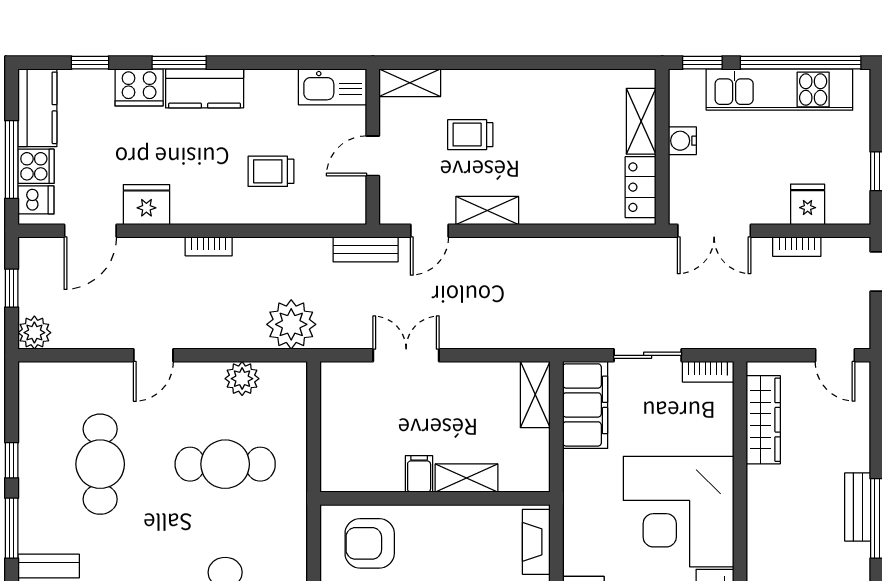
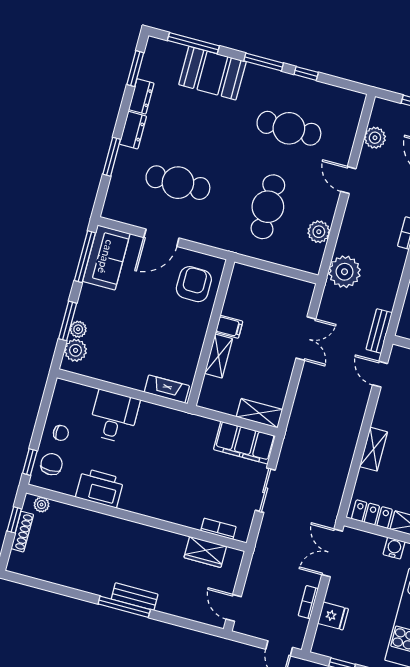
shelving: (487, 210) -> (374, 449), moved
plant: (34, 333) -> (375, 138), moved
door: (835, 355) -> (234, 608), hinge flipped
bookcase: (708, 372) -> (218, 529), moved, turned 90
wardrobe: (763, 420) -> (205, 552), width x0.67
corner desk: (679, 512) -> (162, 483), removed

